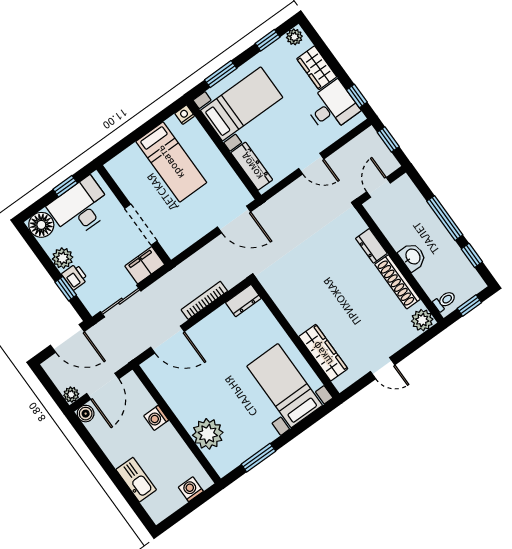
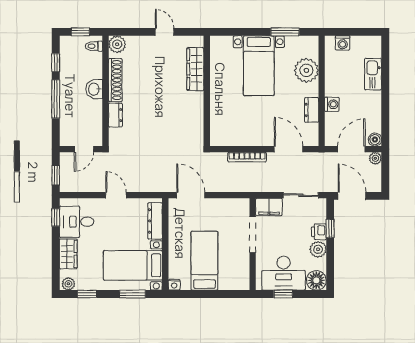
dresser: (243, 301) -> (312, 110), moved, turned -90
bed with nightstands: (285, 386) -> (259, 66), moved

